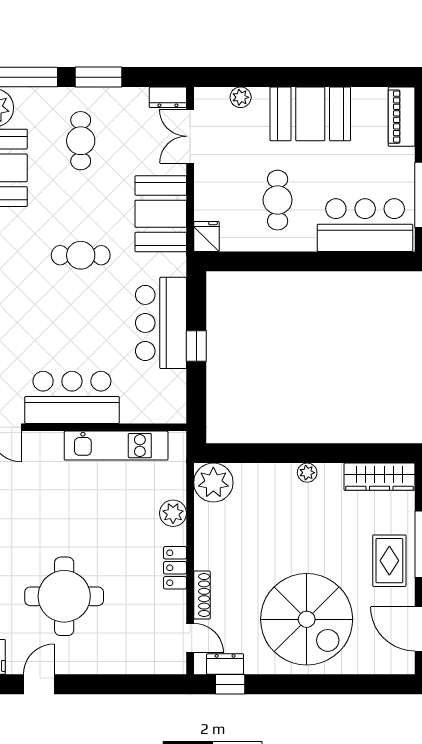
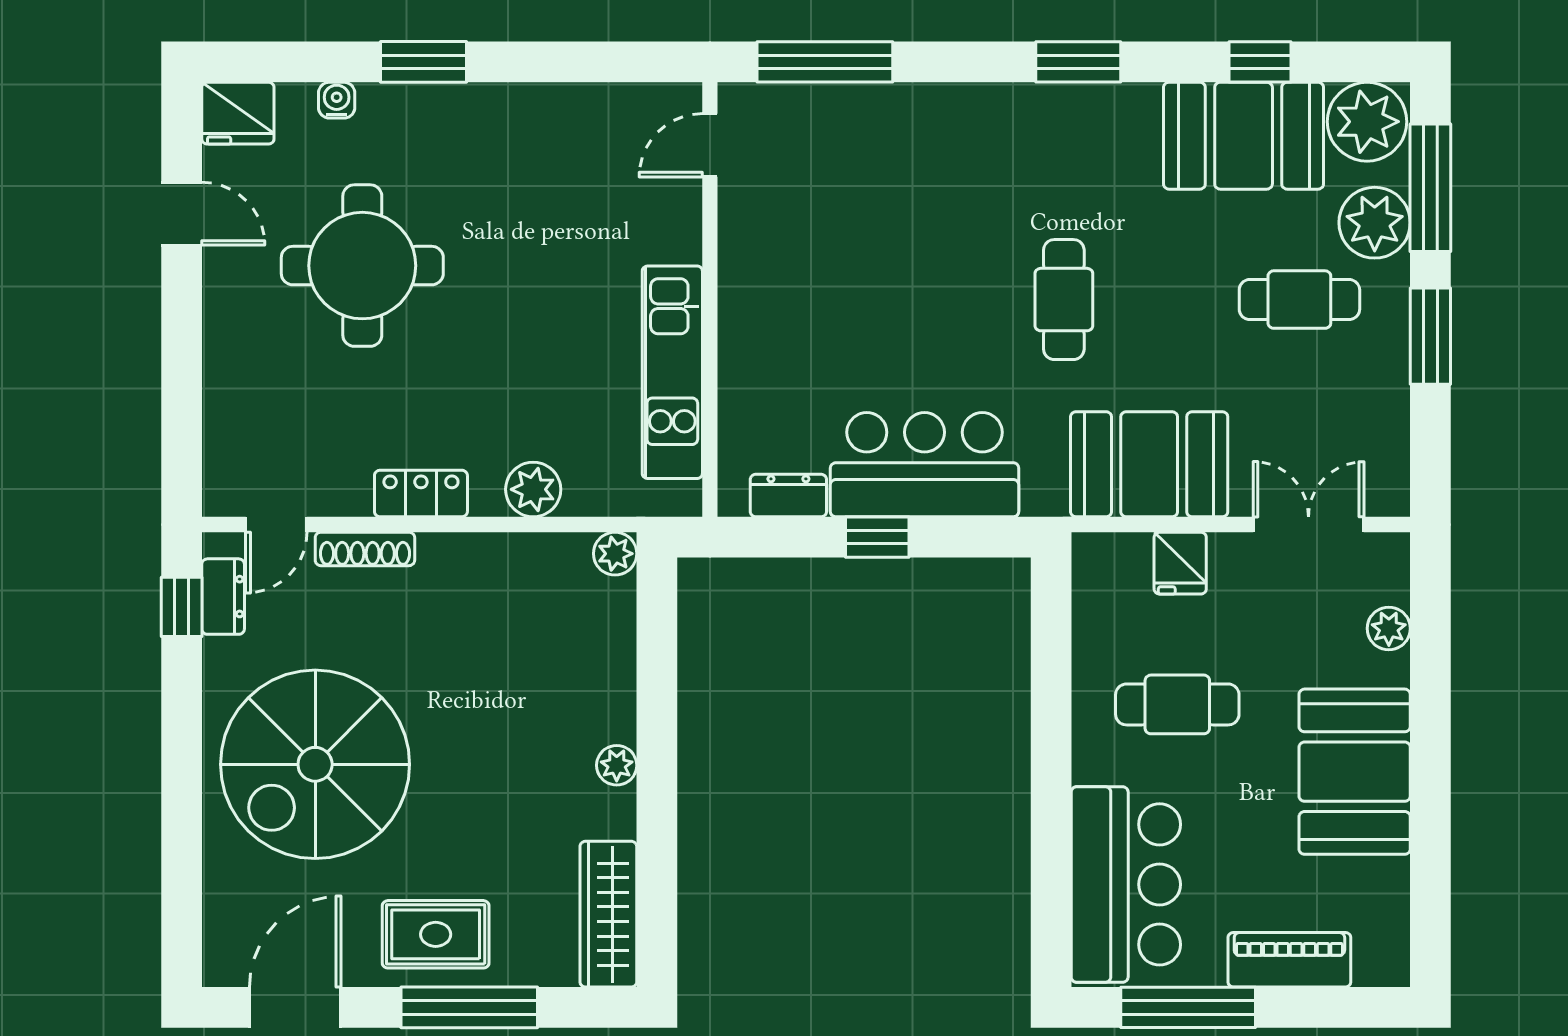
dresser: (168, 97) -> (788, 496), moved, turned 90
plant: (43, 104) -> (1375, 223), added
piano: (402, 117) -> (1289, 960), moved
fridge: (206, 236) -> (1180, 563), moved, turned 90
bar counter: (72, 397) -> (771, 282), removed
plant: (213, 483) -> (615, 554), width x0.53, depth x0.53

